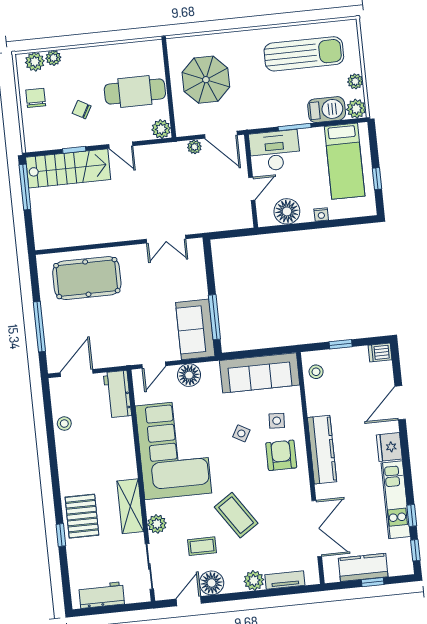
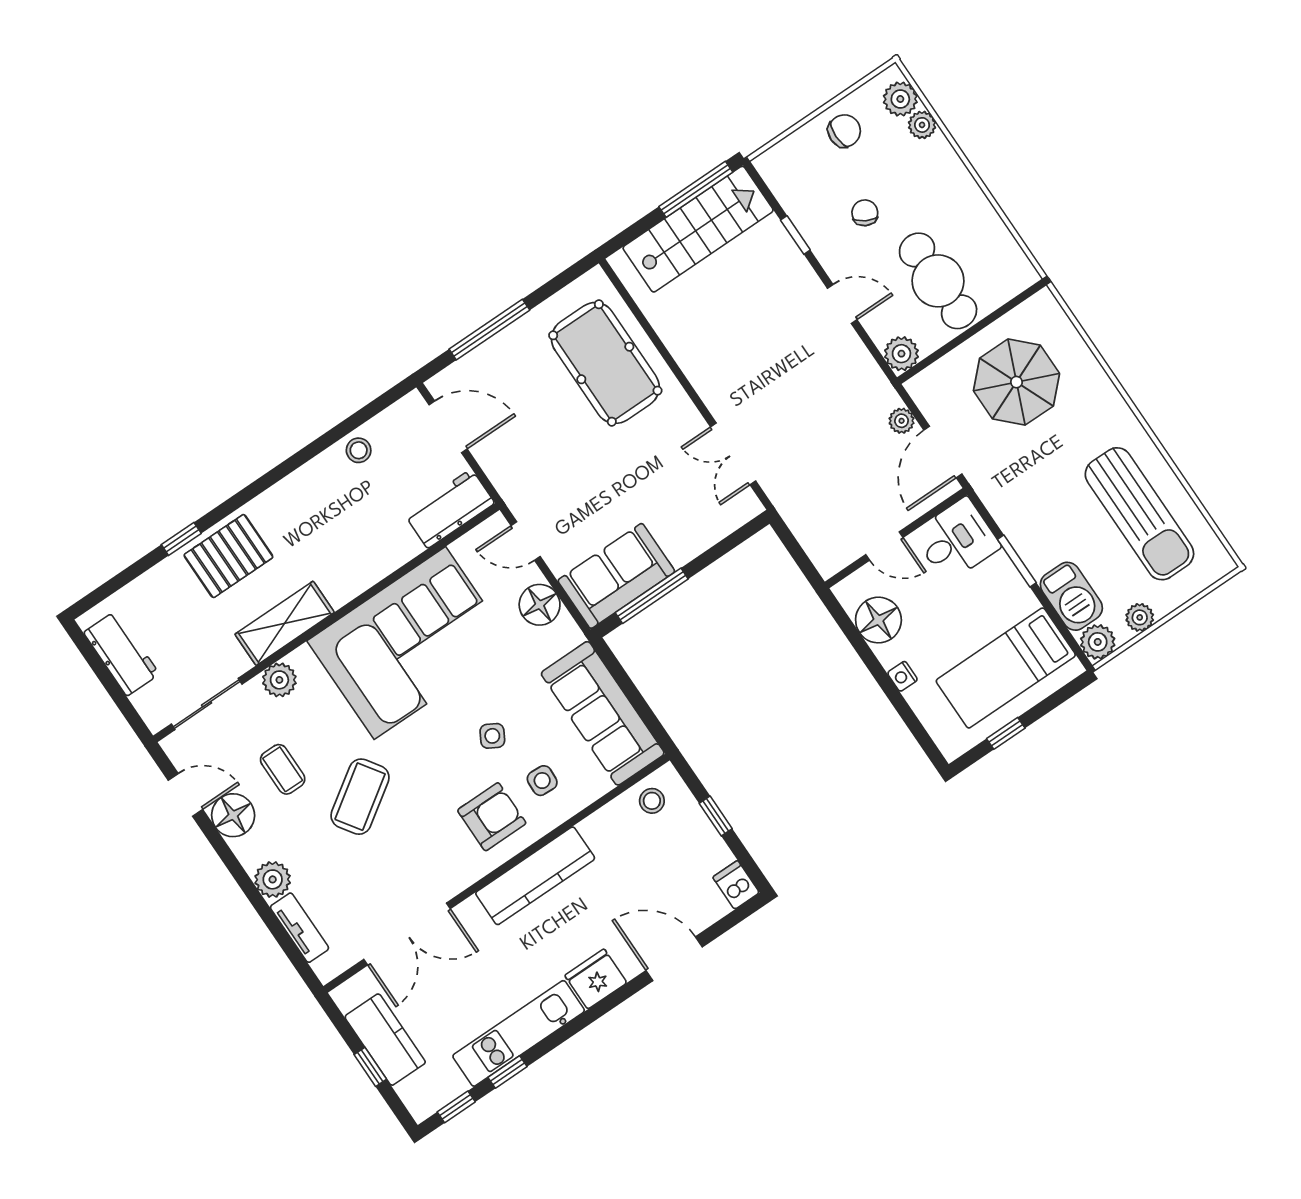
door: (121, 145) -> (842, 304), swing flipped
desk: (275, 151) -> (957, 540), width x0.73
stairs: (68, 168) -> (698, 229), moved, turned -90

